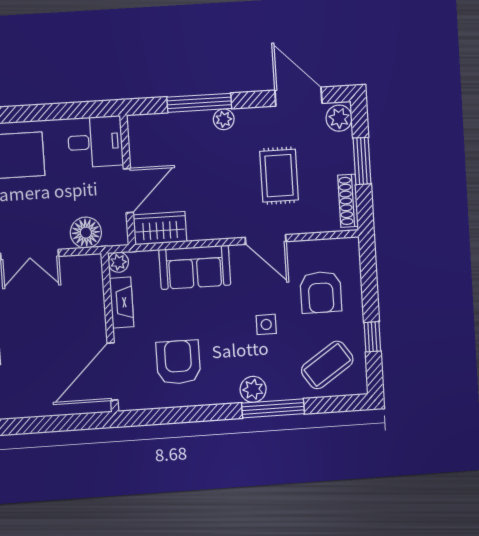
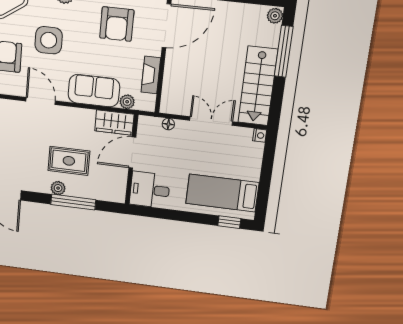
rug: (279, 176) -> (69, 161), moved, turned 90
floor lamp: (86, 233) -> (168, 124), width x0.53, depth x0.53
plant: (118, 262) -> (127, 102), moved
side table: (266, 324) -> (49, 40), width x1.87, depth x1.87

